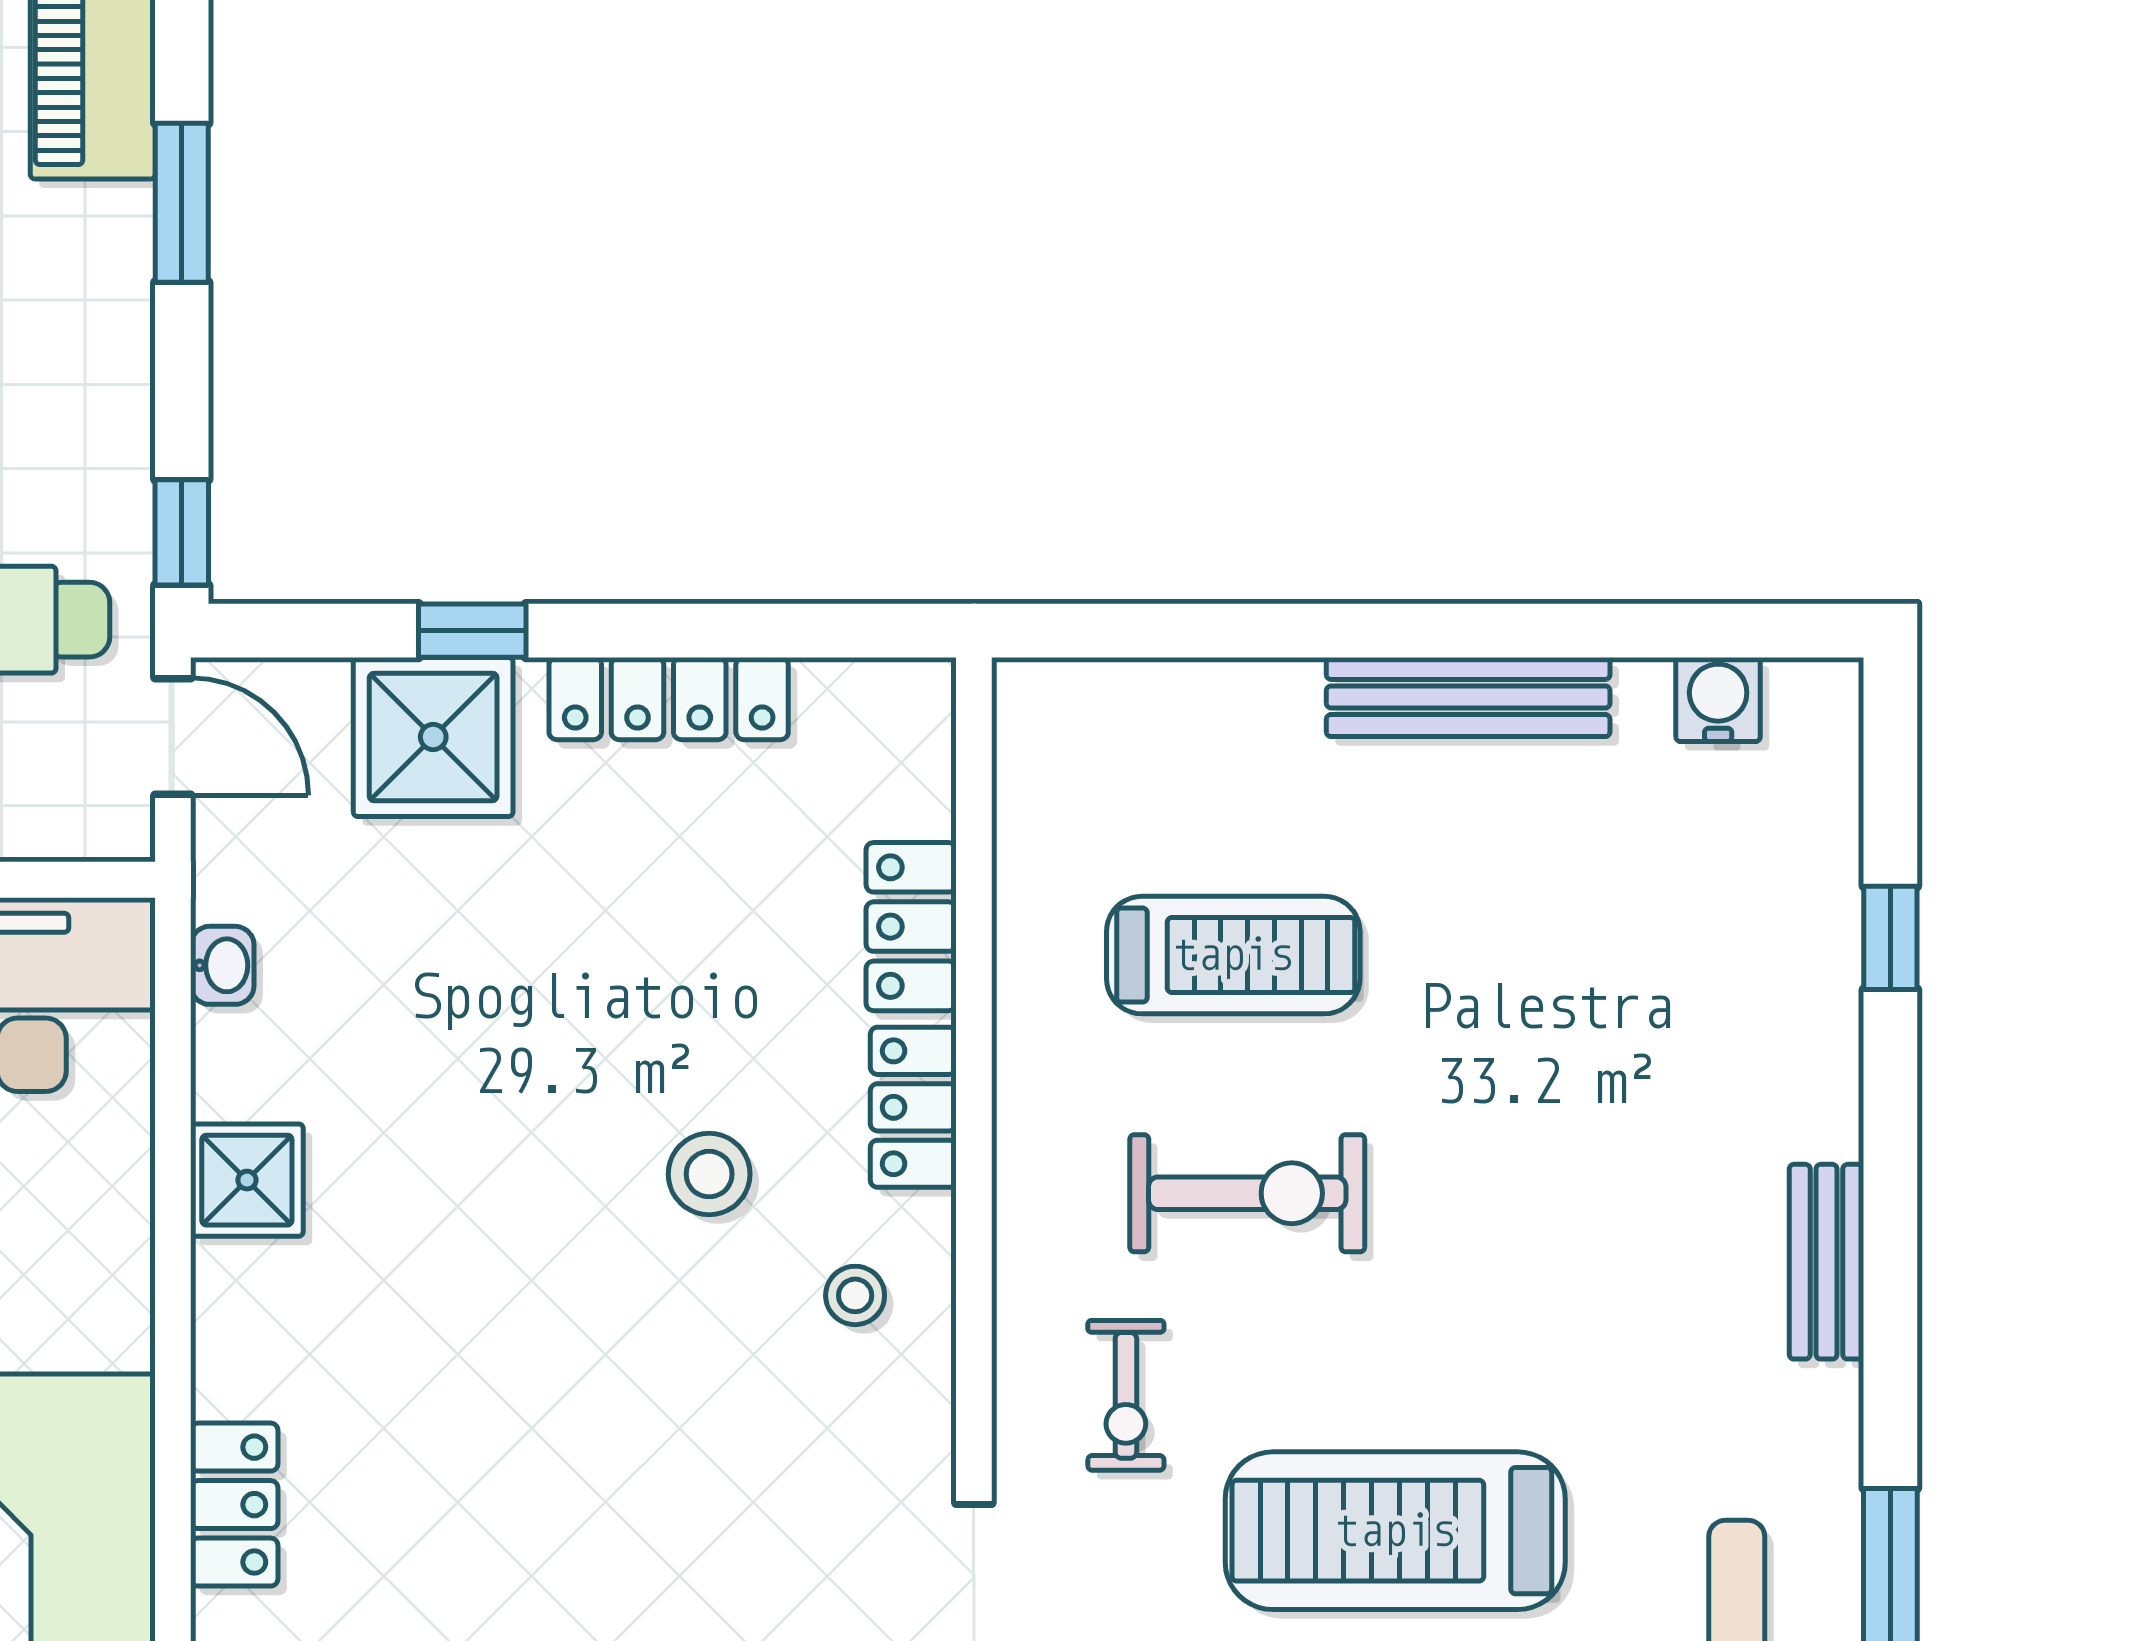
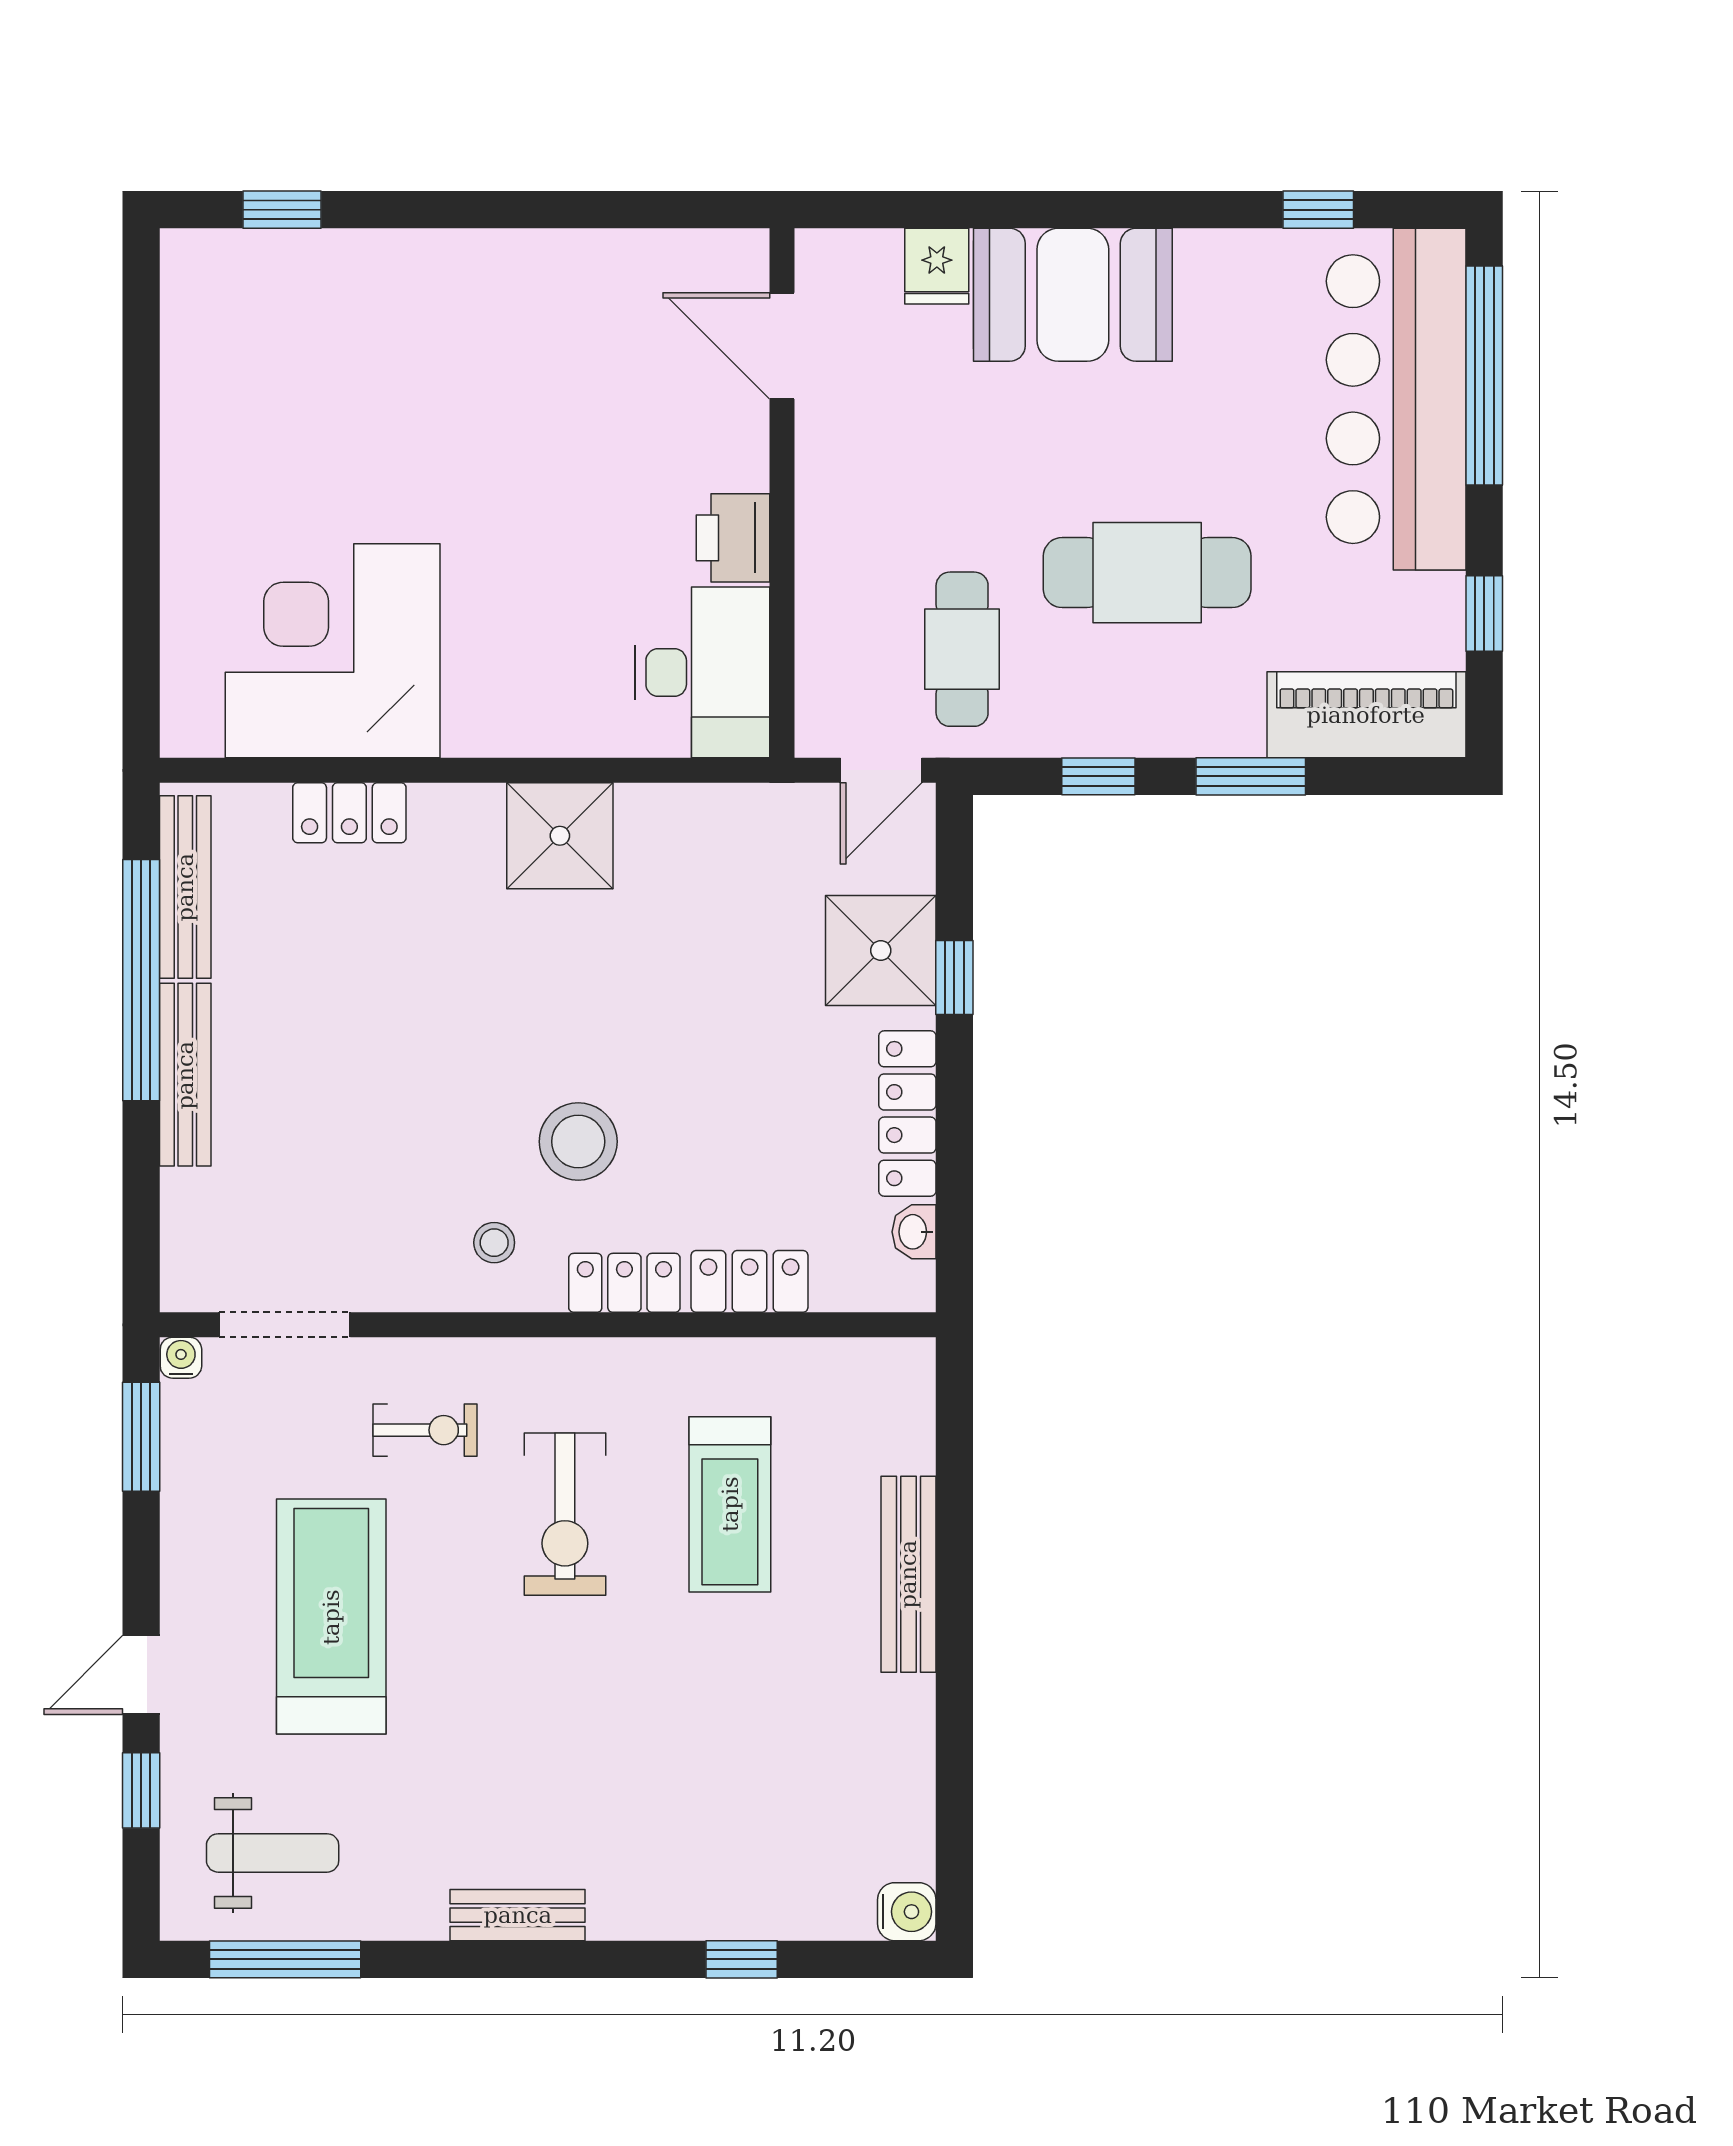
window: (182, 532) -> (1098, 776), moved
bench: (1468, 697) -> (908, 1574), moved
water cooler: (1718, 699) -> (907, 1912), moved
washbasin: (222, 965) -> (914, 1232), moved, turned 90
stool: (709, 1174) -> (578, 1142), width x1.38, depth x1.38
shower: (247, 1180) -> (560, 836), width x1.36, depth x1.36
exercise bike: (1126, 1395) -> (425, 1430), turned 180

